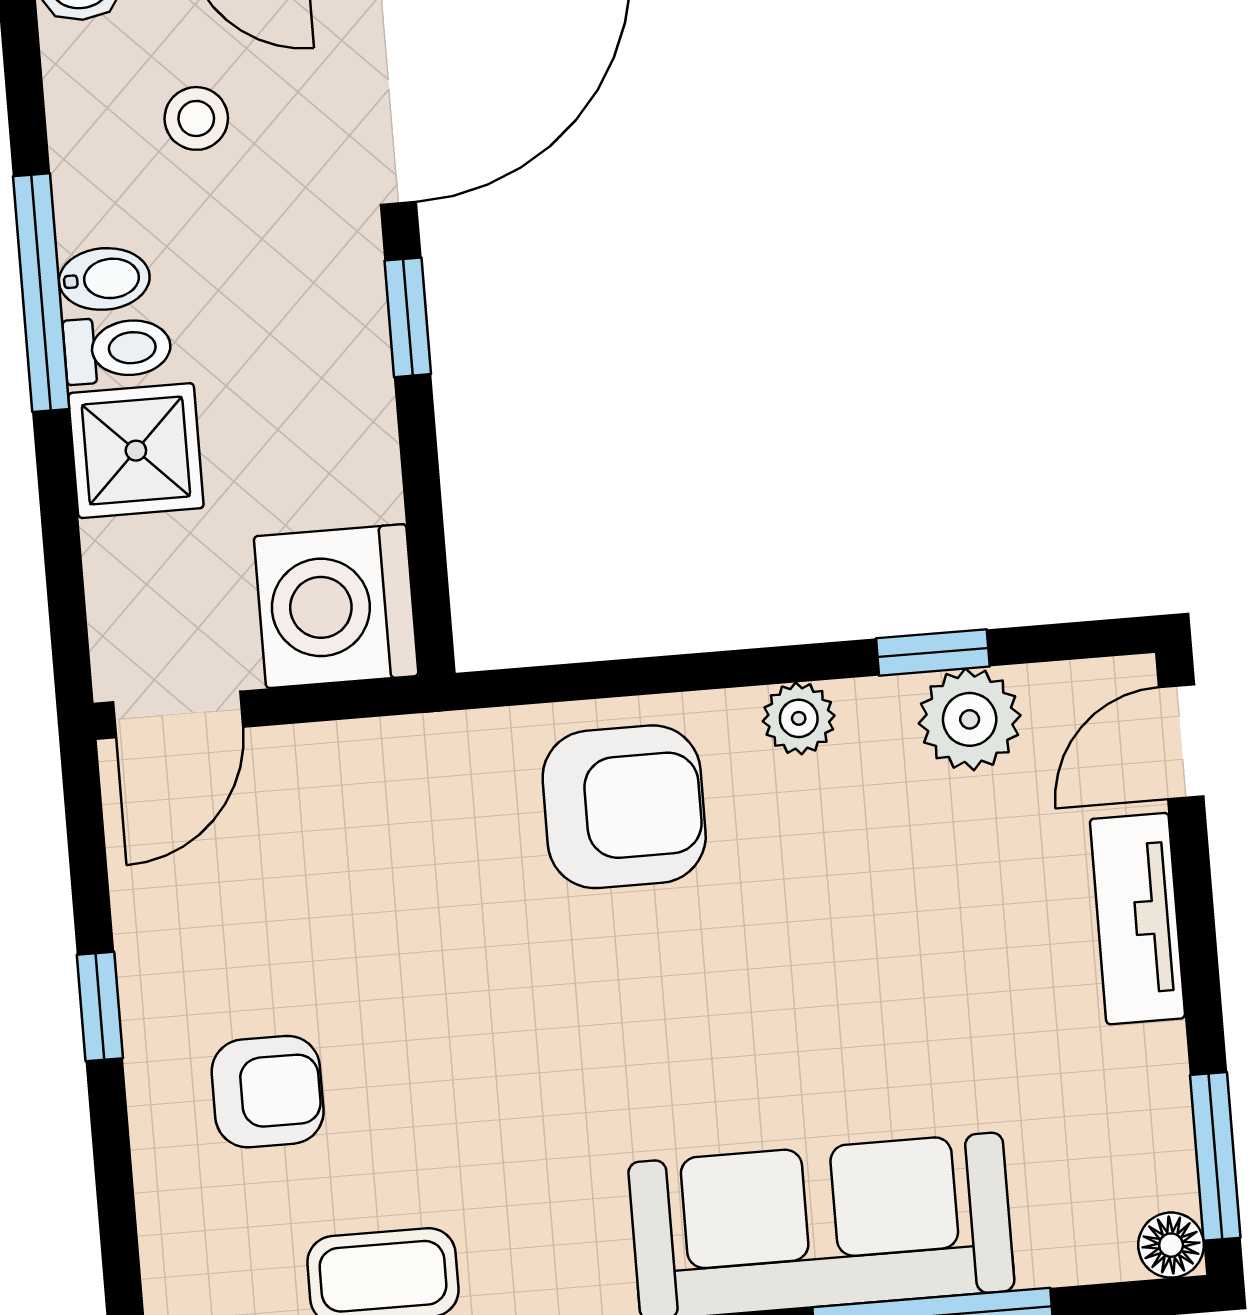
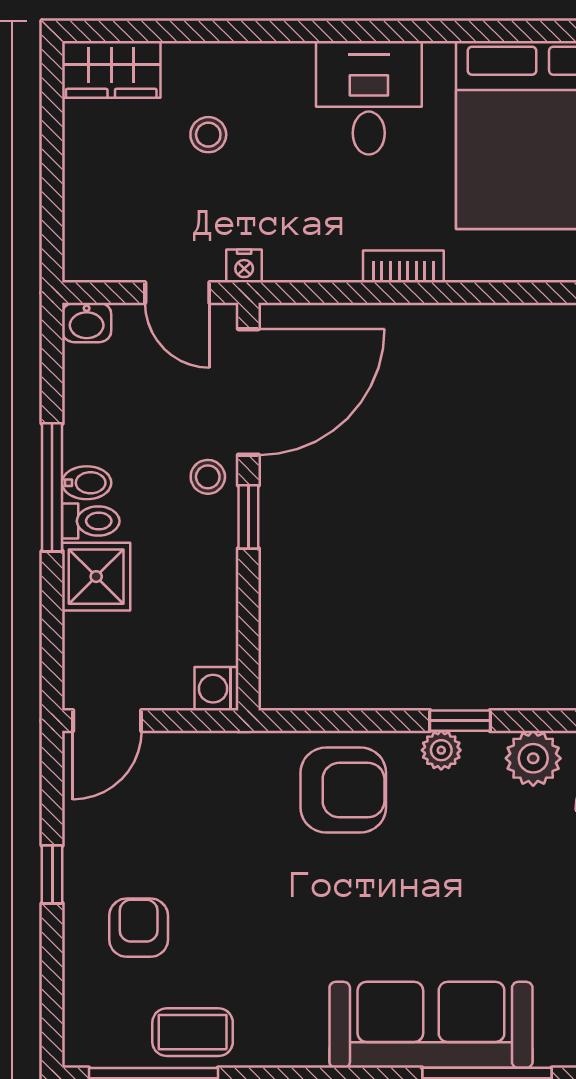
stool: (196, 118) -> (208, 477), moved
washing machine: (336, 606) -> (216, 689), width x0.53, depth x0.53
window: (933, 652) -> (460, 721), moved
armchair: (268, 1092) -> (139, 928), turned -90

